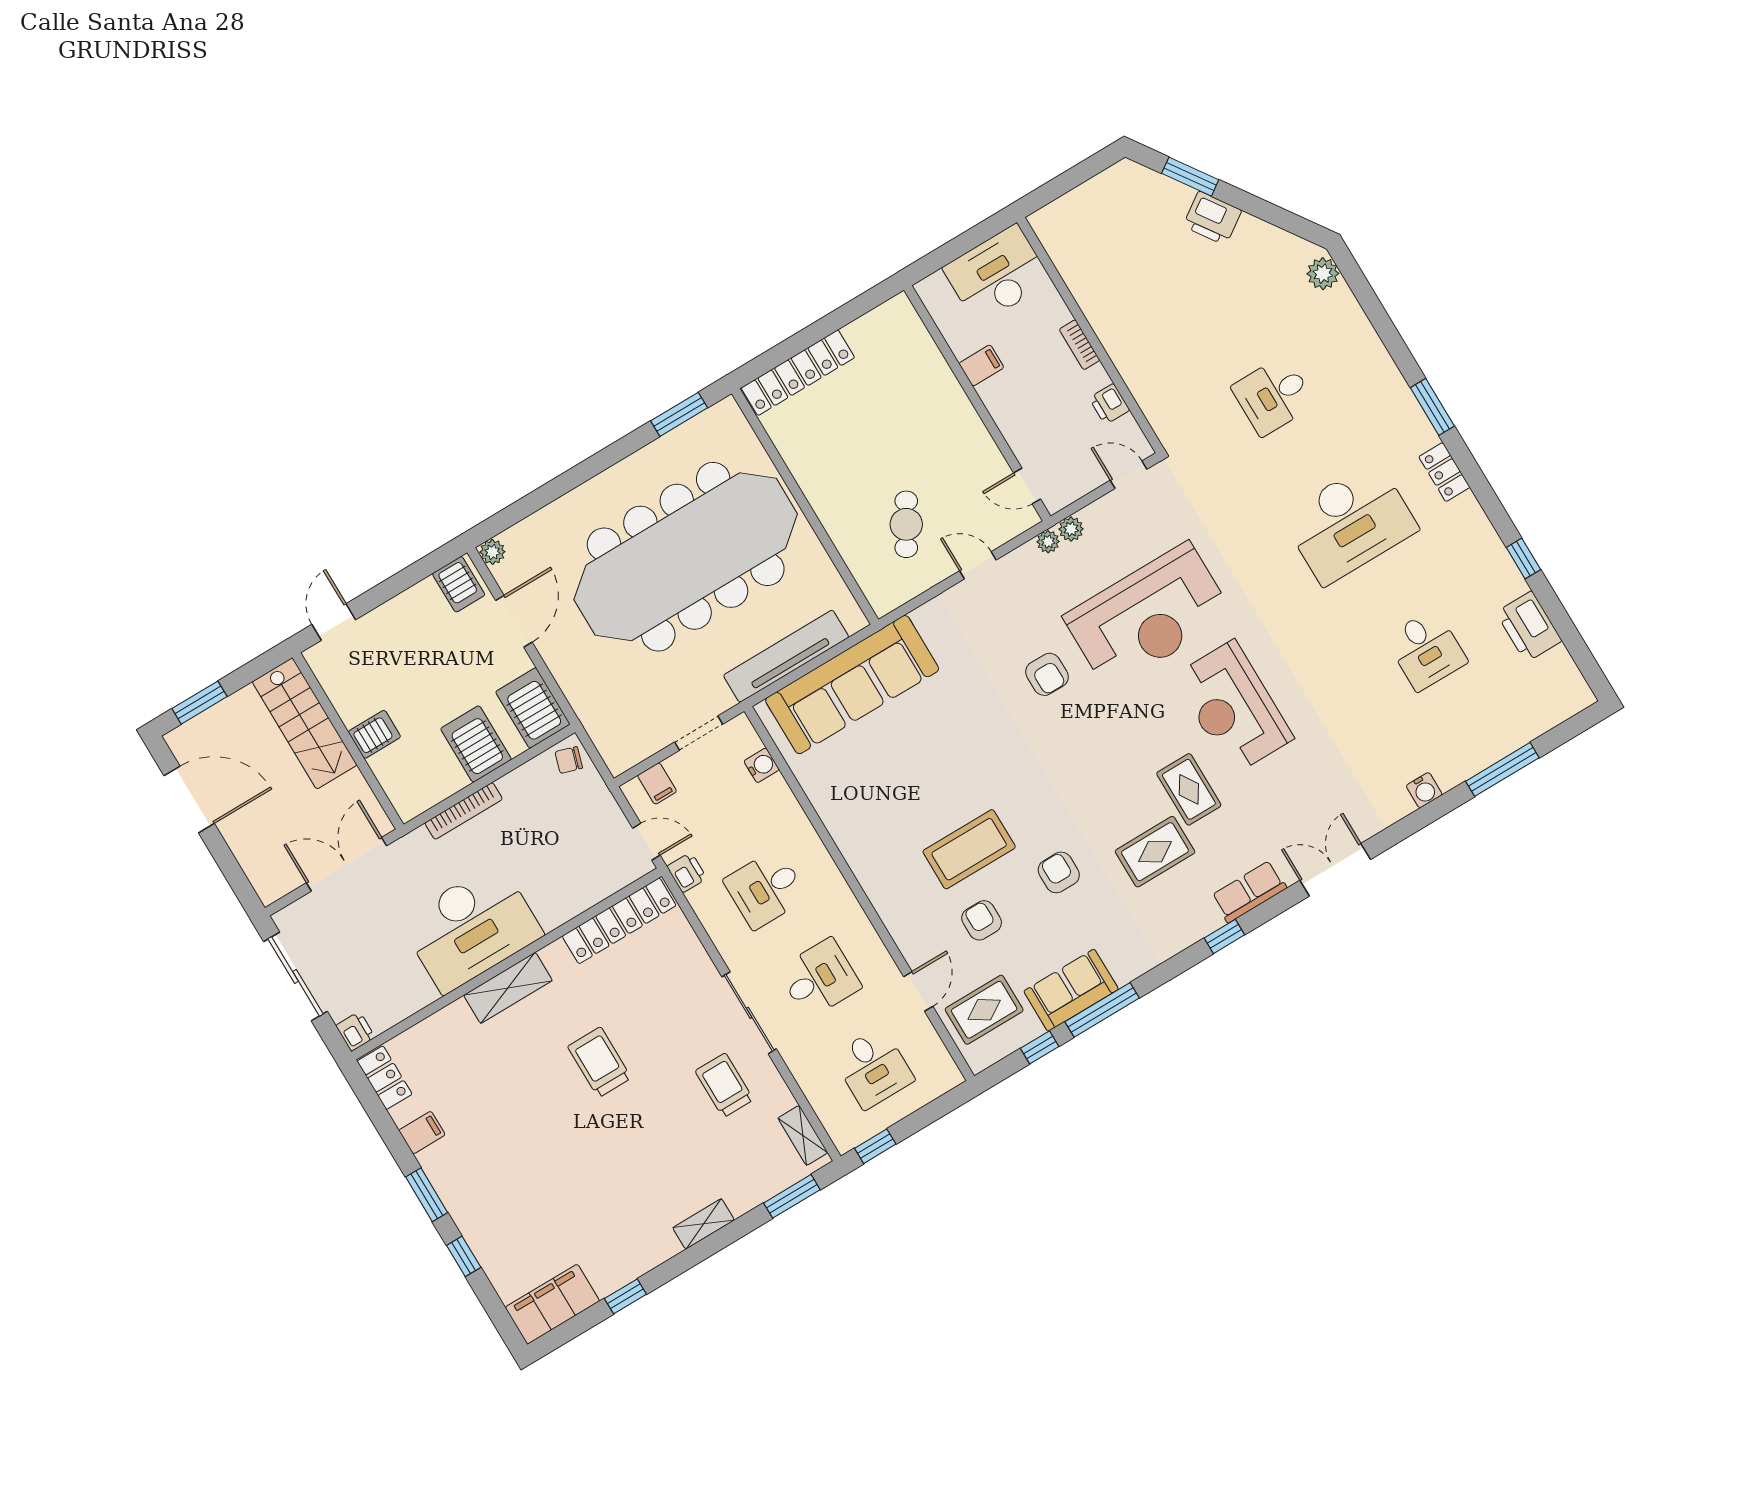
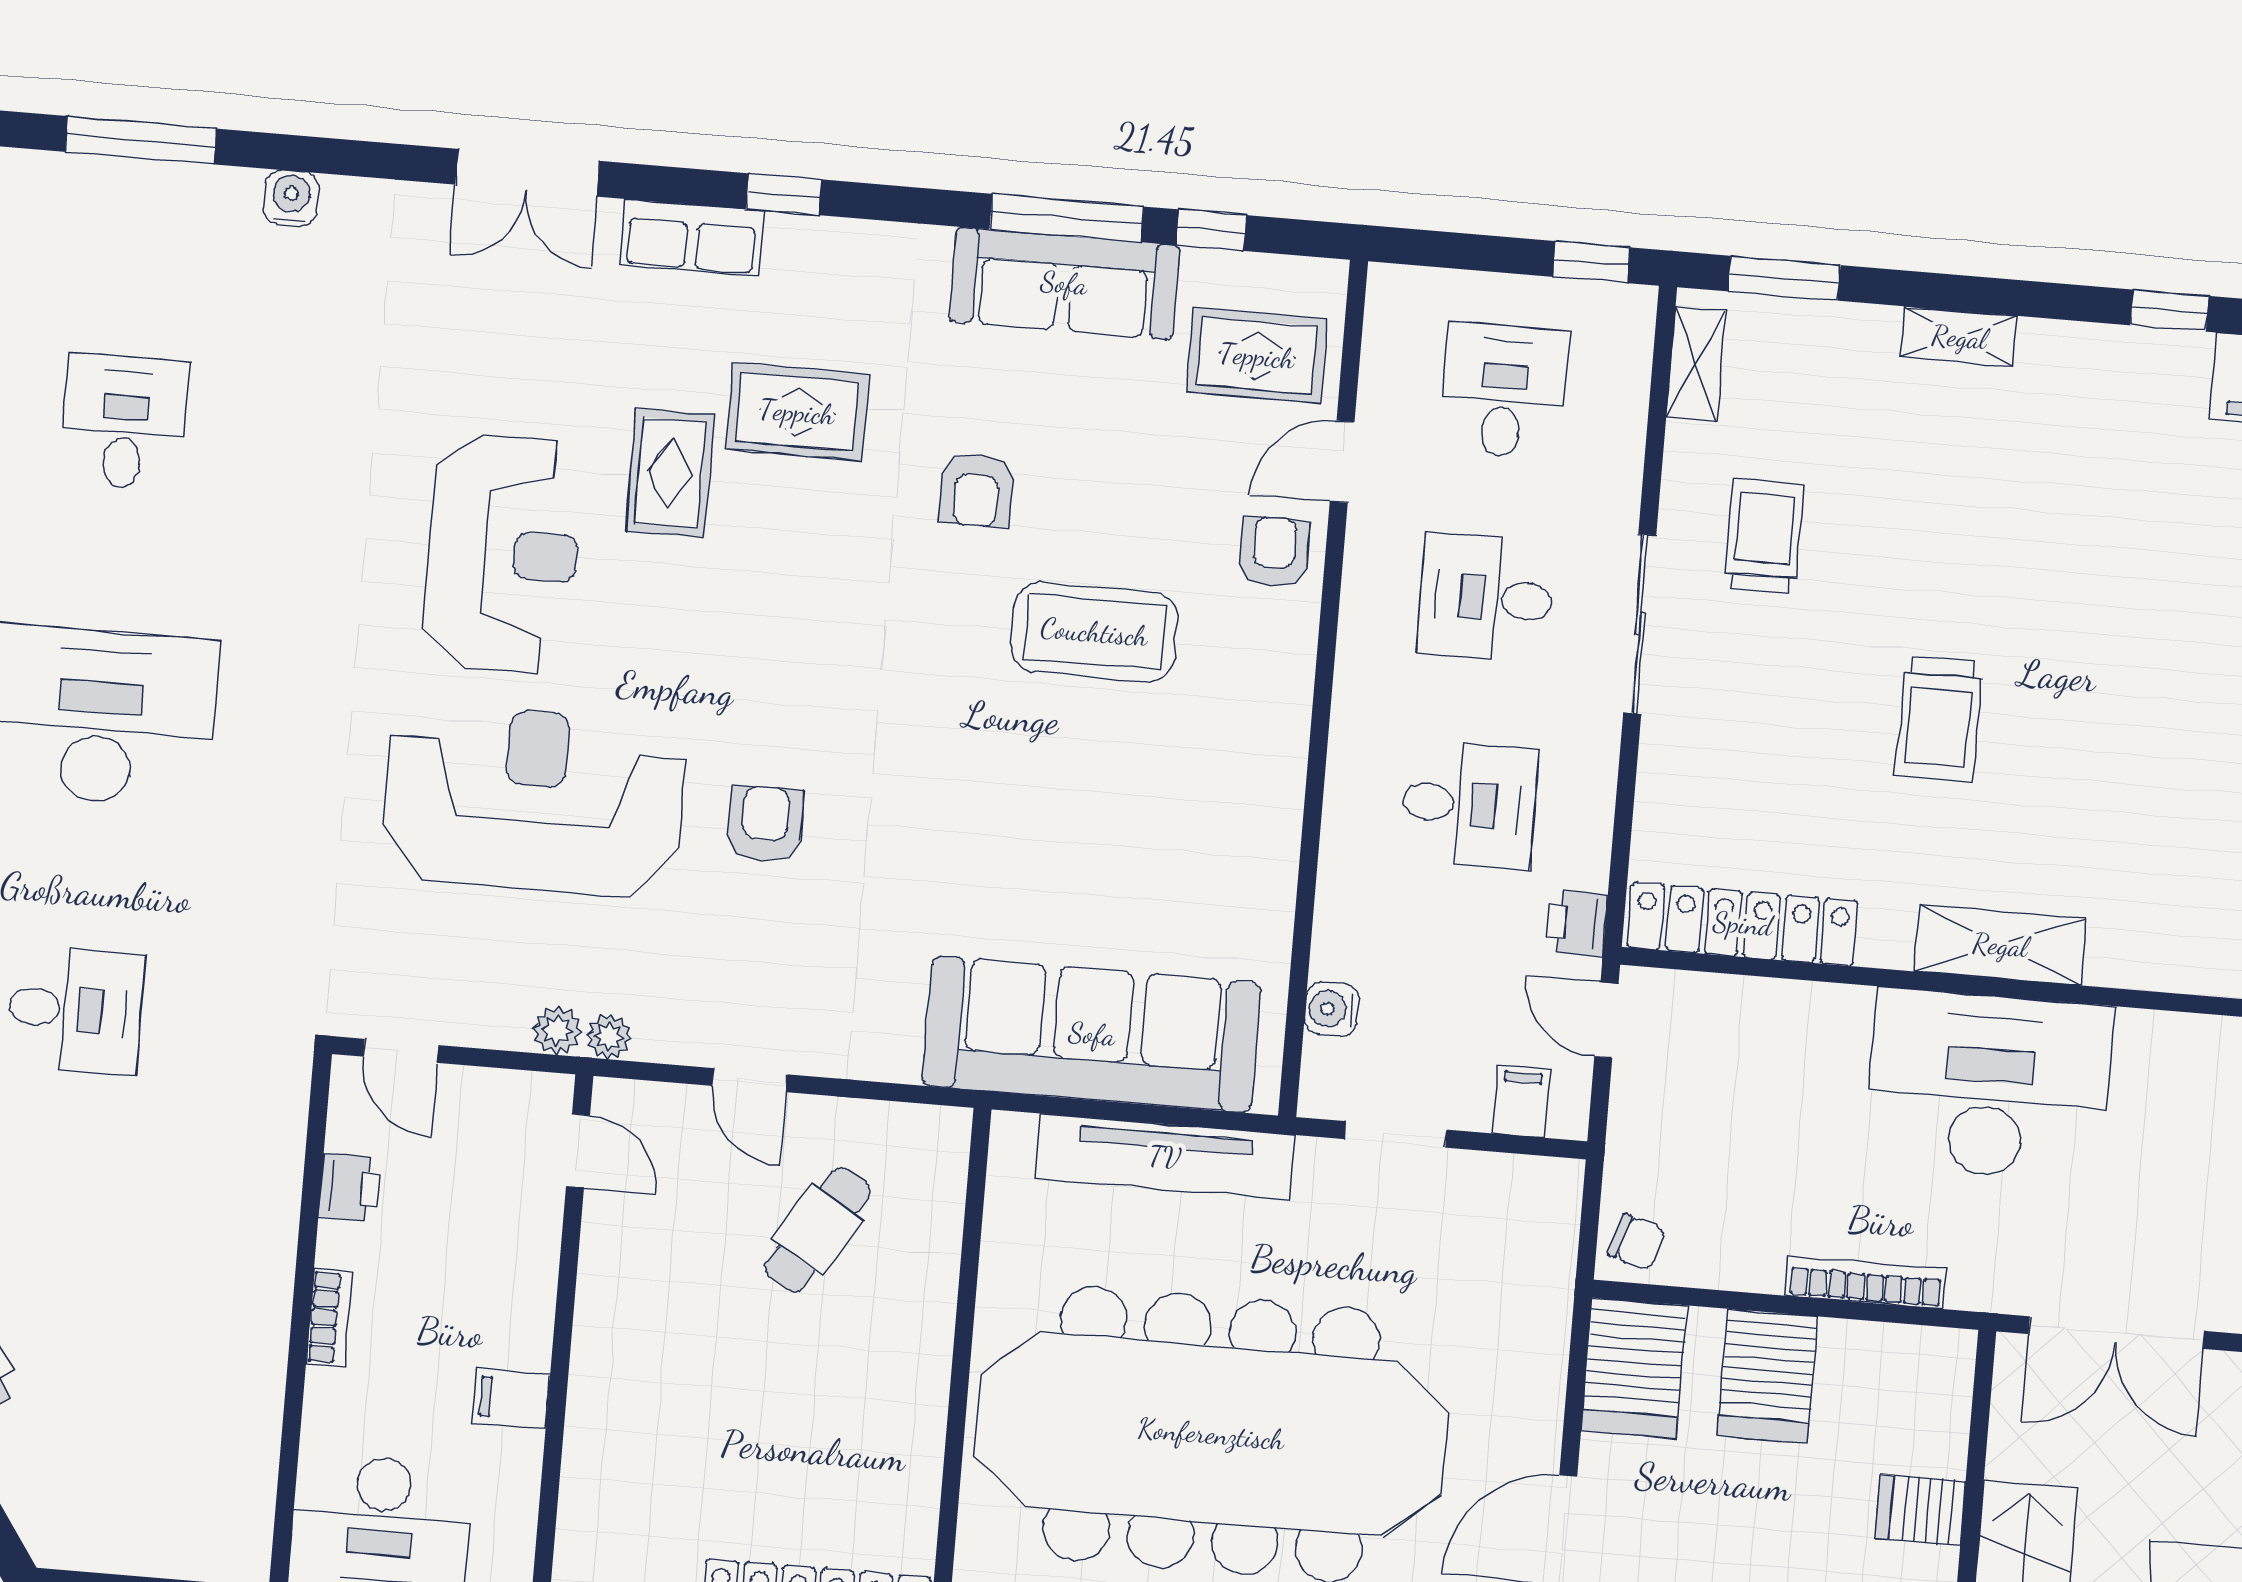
armchair: (982, 920) -> (1274, 552), moved, turned 180
sofa: (1071, 990) -> (1064, 283), width x1.36
trolley: (724, 1085) -> (1764, 536), turned 180

